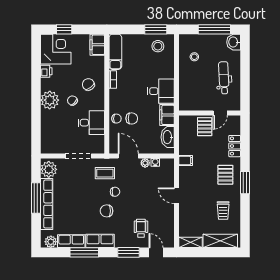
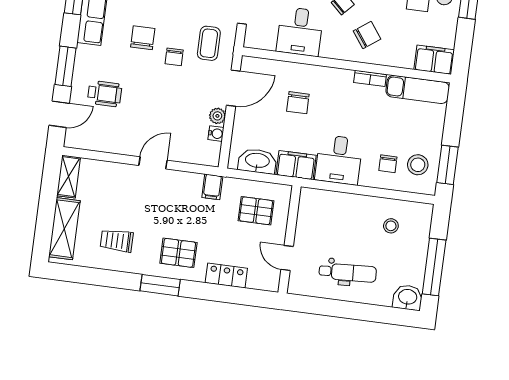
chair: (116, 119) -> (388, 164), moved
pallet: (205, 127) -> (256, 211), moved

